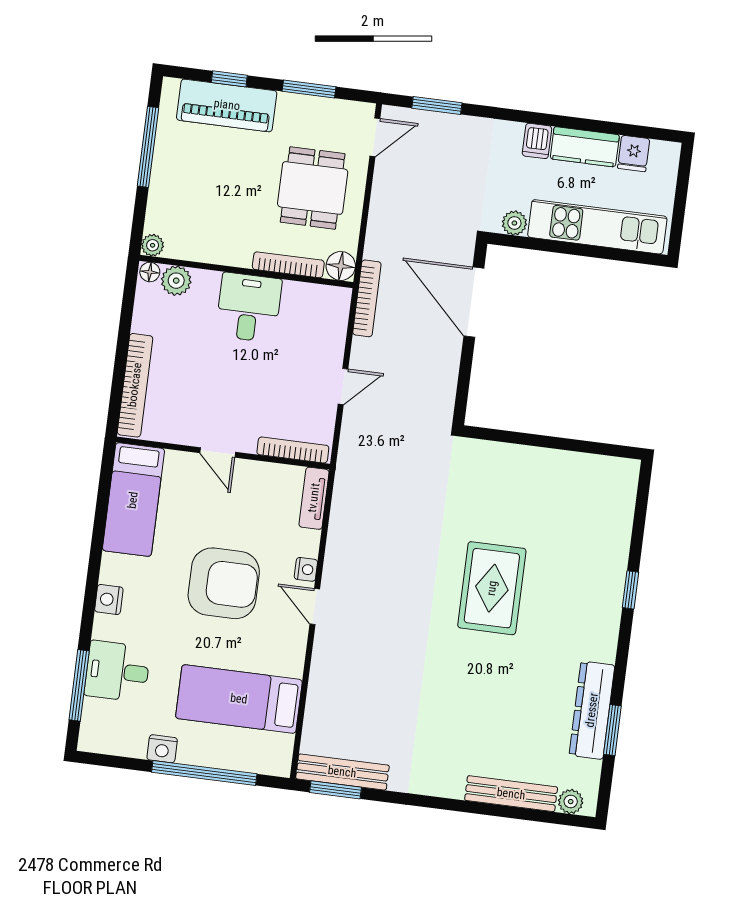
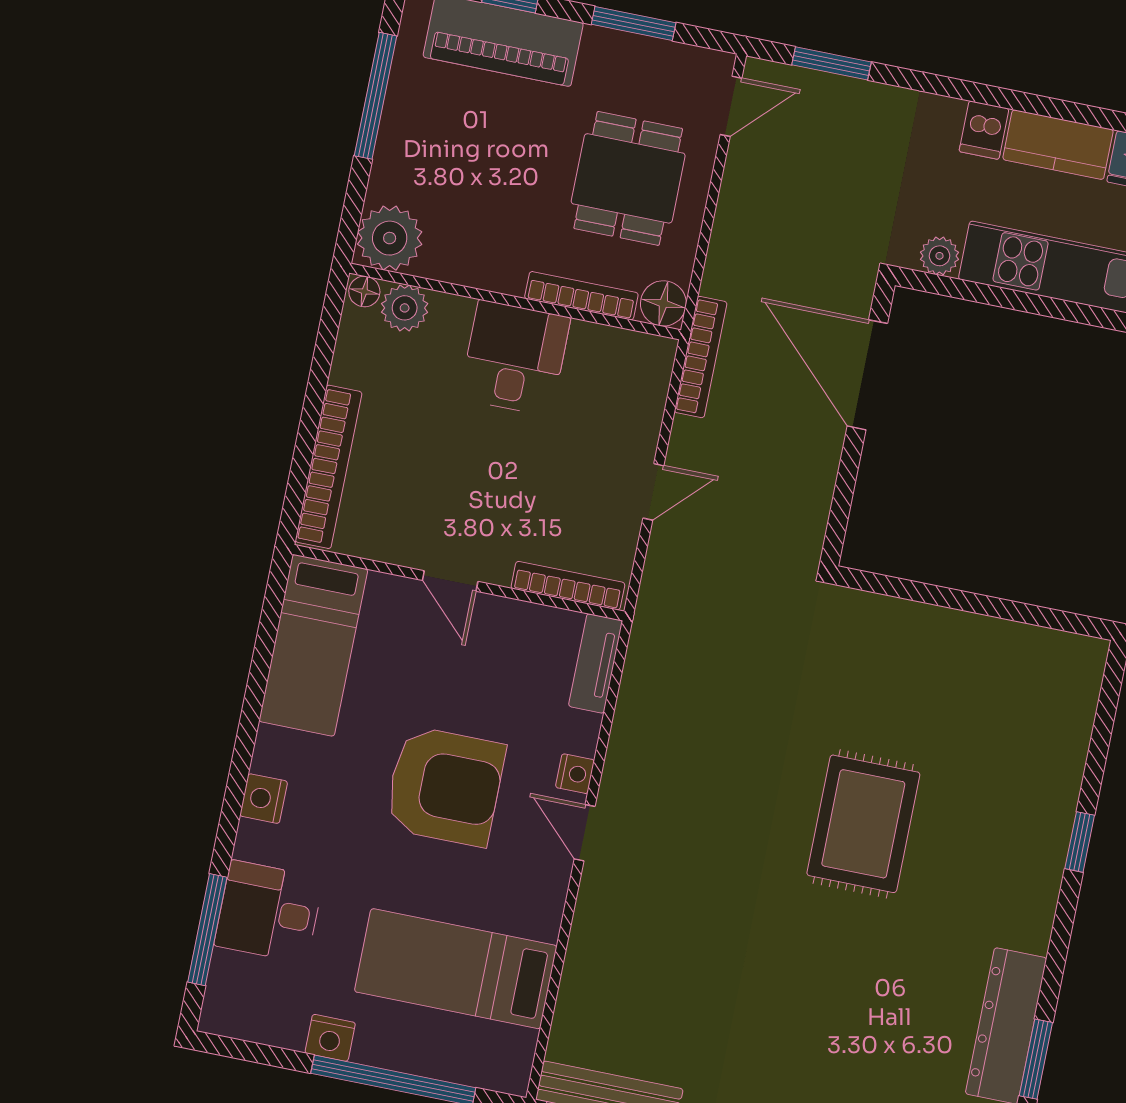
plant: (153, 245) -> (390, 238), width x1.88, depth x1.88

